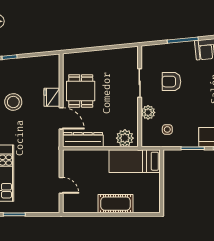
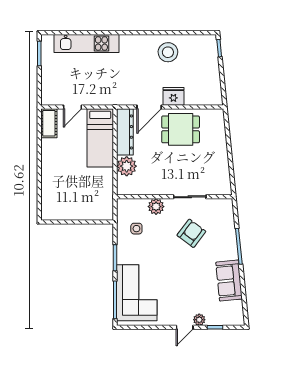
armchair: (171, 82) -> (191, 233), turned 37
plant: (125, 138) -> (127, 166), moved
bed: (135, 161) -> (100, 138), moved, turned 180
cot: (116, 204) -> (49, 123), moved, width x0.73, depth x0.75

